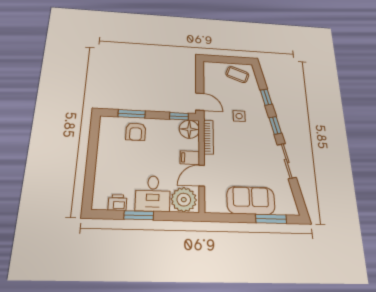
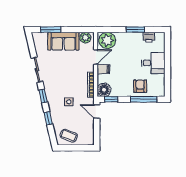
window: (132, 114) -> (144, 99), width x1.44
desk: (153, 193) -> (153, 63), moved, turned 90
plant: (218, 205) -> (85, 38), added

